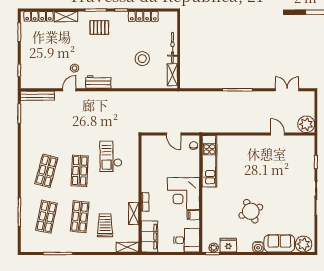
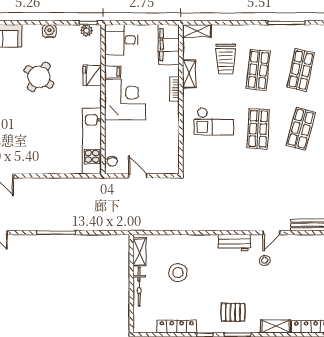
checkout: (111, 156) -> (214, 121), moved, turned 90
round table: (251, 211) -> (39, 77), turned -31
fridge: (228, 245) -> (92, 75), moved, turned 90
water cooler: (258, 247) -> (49, 31), moved

